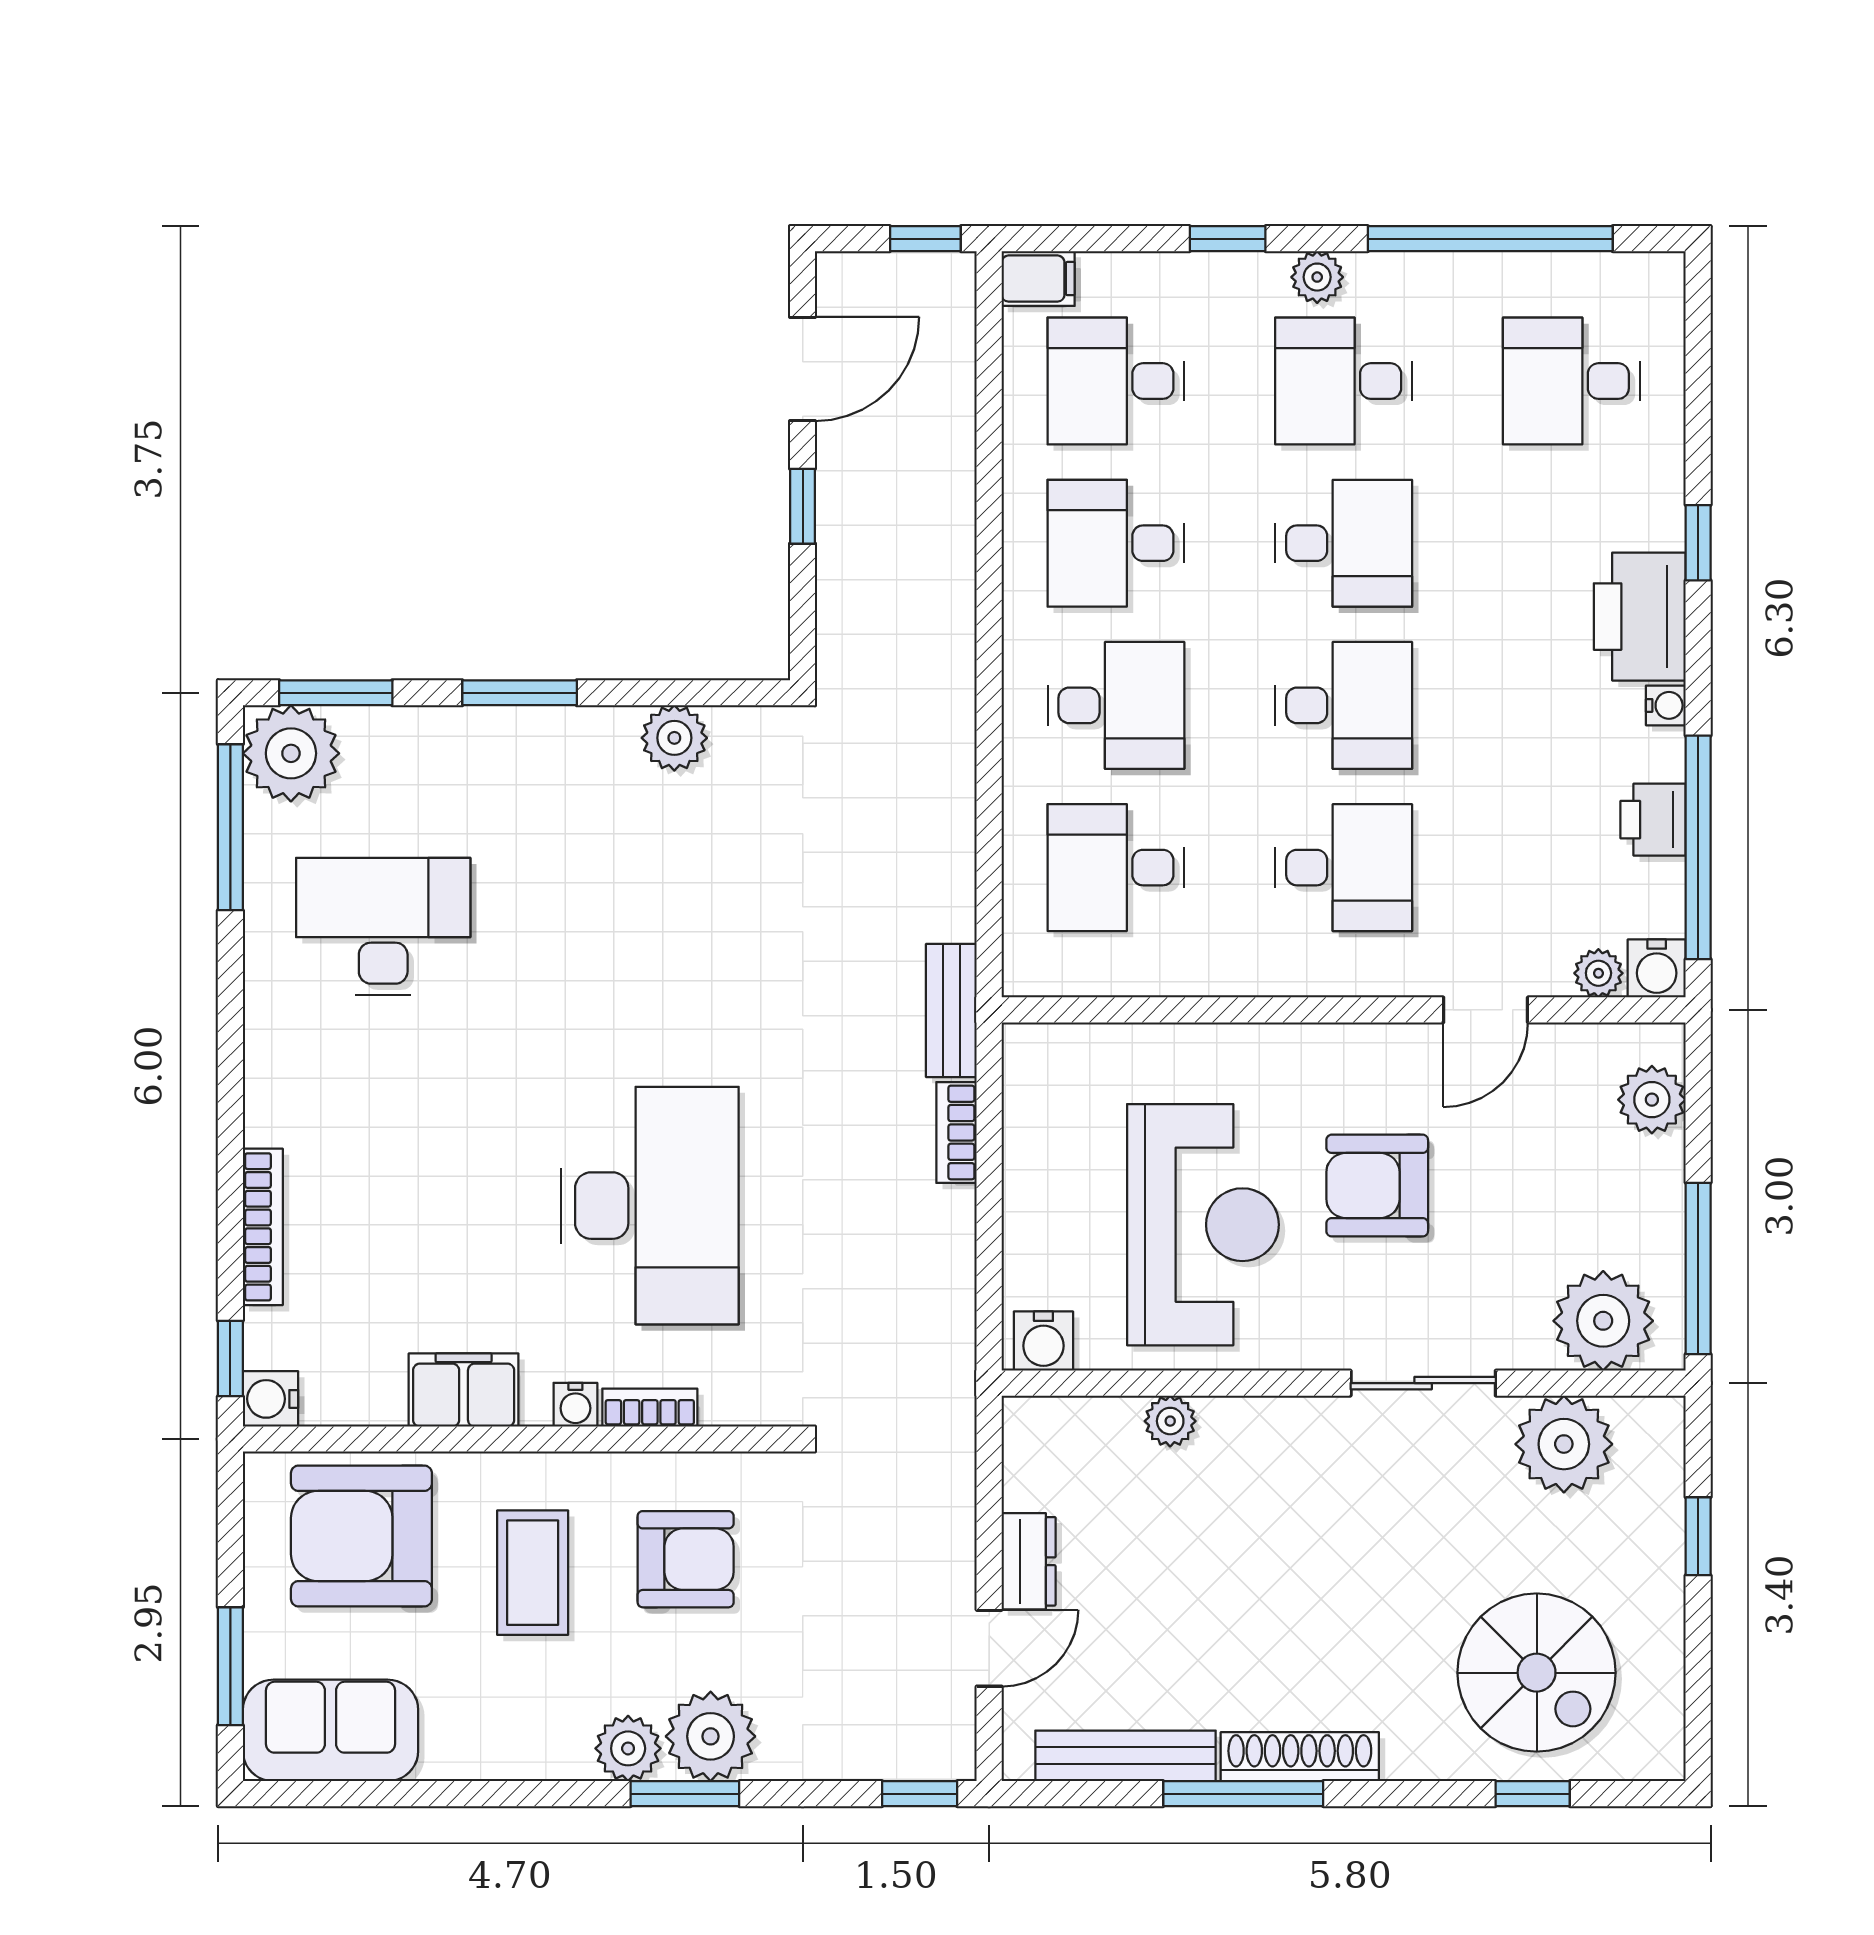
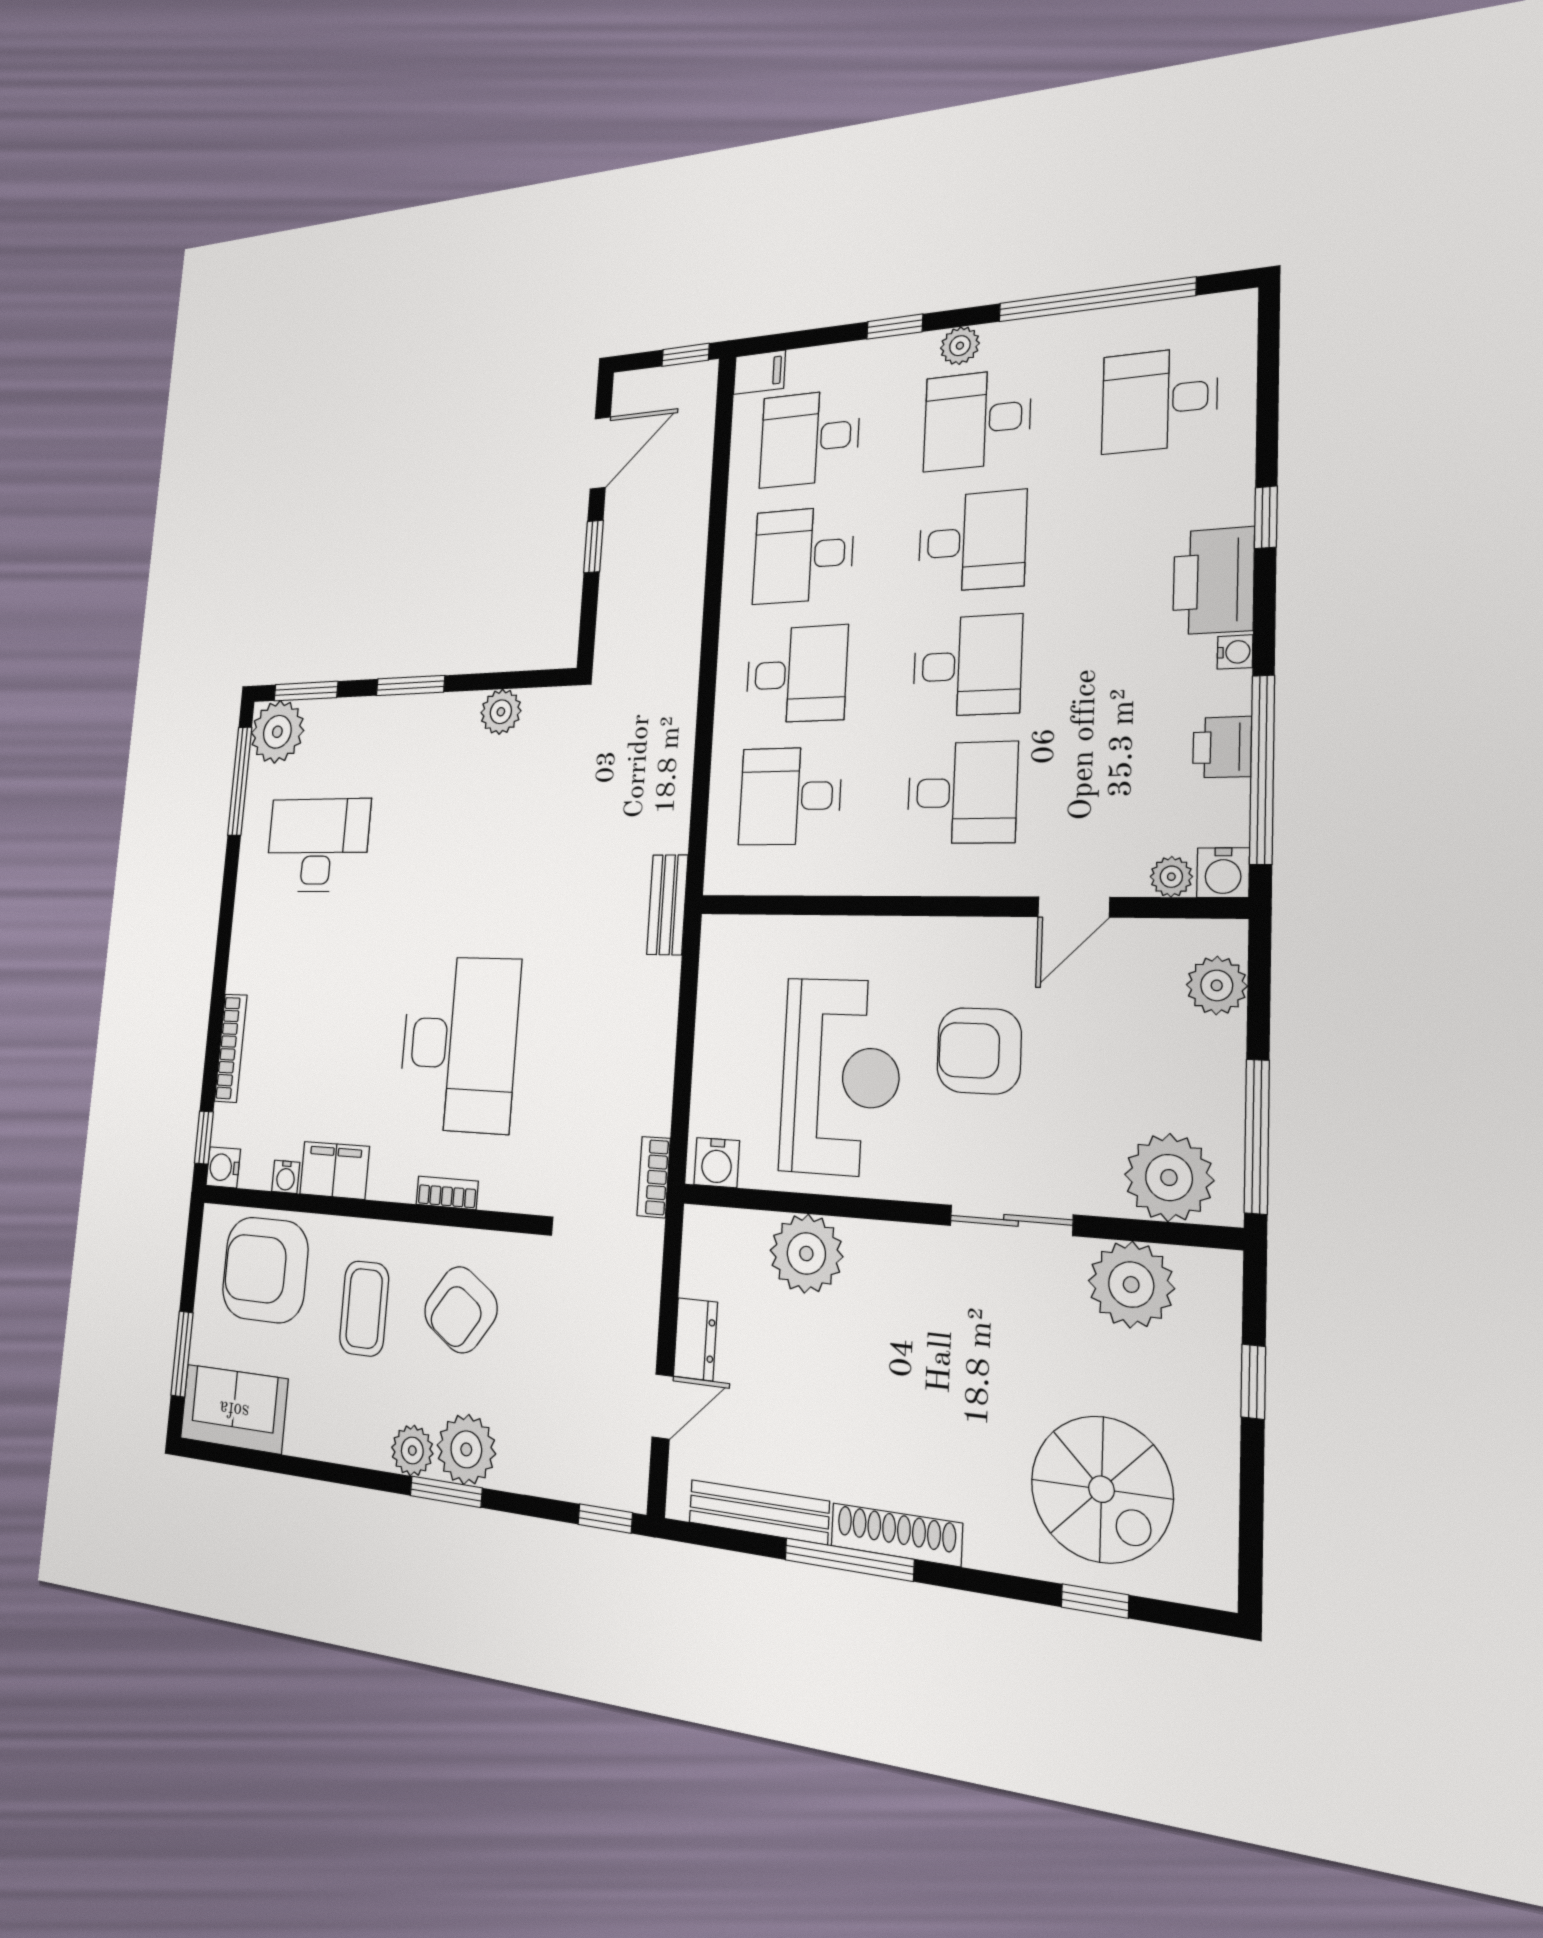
bookcase: (957, 1132) -> (654, 1177), moved
water cooler: (575, 1405) -> (286, 1177), moved
plant: (1170, 1421) -> (806, 1254), width x1.88, depth x1.88
armchair: (686, 1559) -> (461, 1310), turned 125

